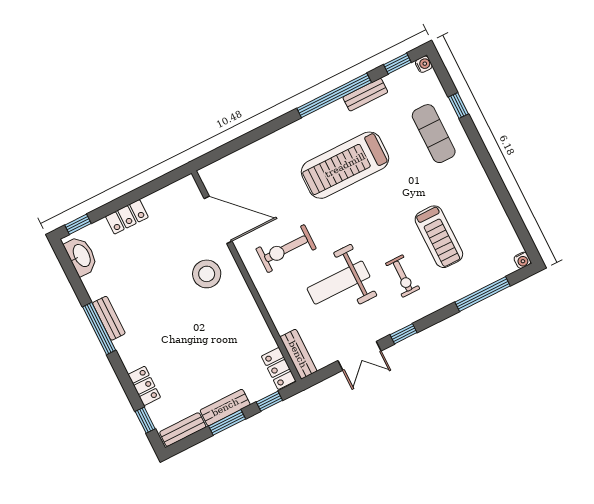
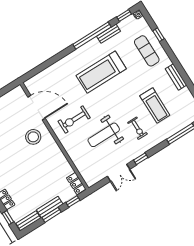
bench: (298, 354) -> (176, 77), moved

